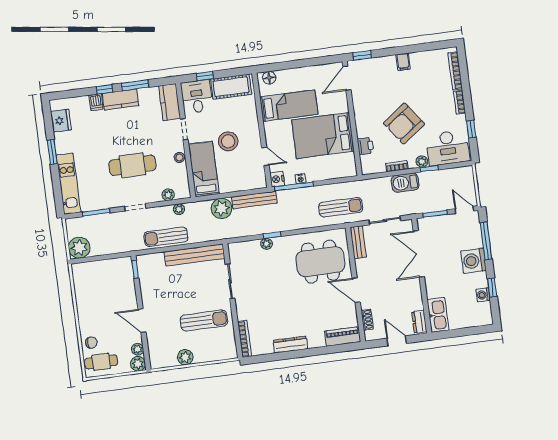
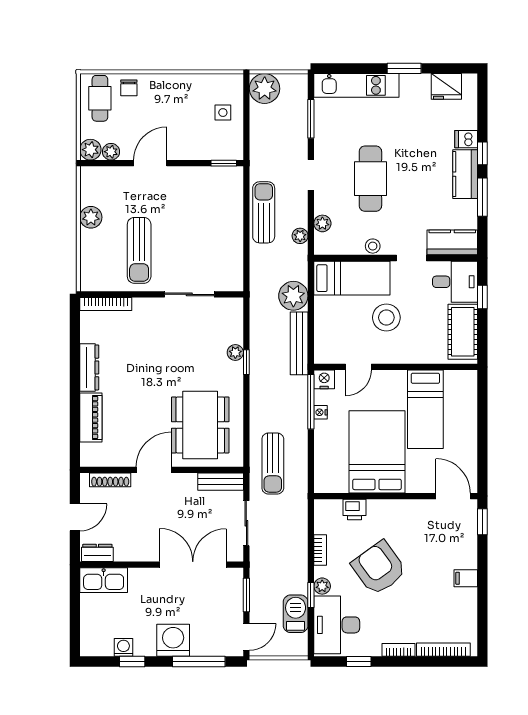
floor lamp: (269, 78) -> (468, 387), removed
barbecue: (405, 183) -> (296, 614), moved
bench: (195, 255) -> (233, 249), removed
side table: (100, 275) -> (223, 113), added
shoe rack: (367, 320) -> (110, 480), width x1.43
piano: (343, 337) -> (91, 417), moved

